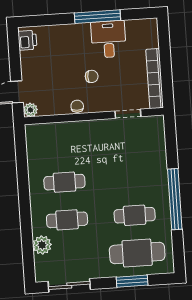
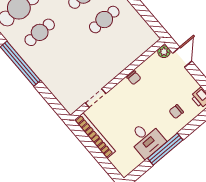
chair: (92, 76) -> (176, 112), moved

